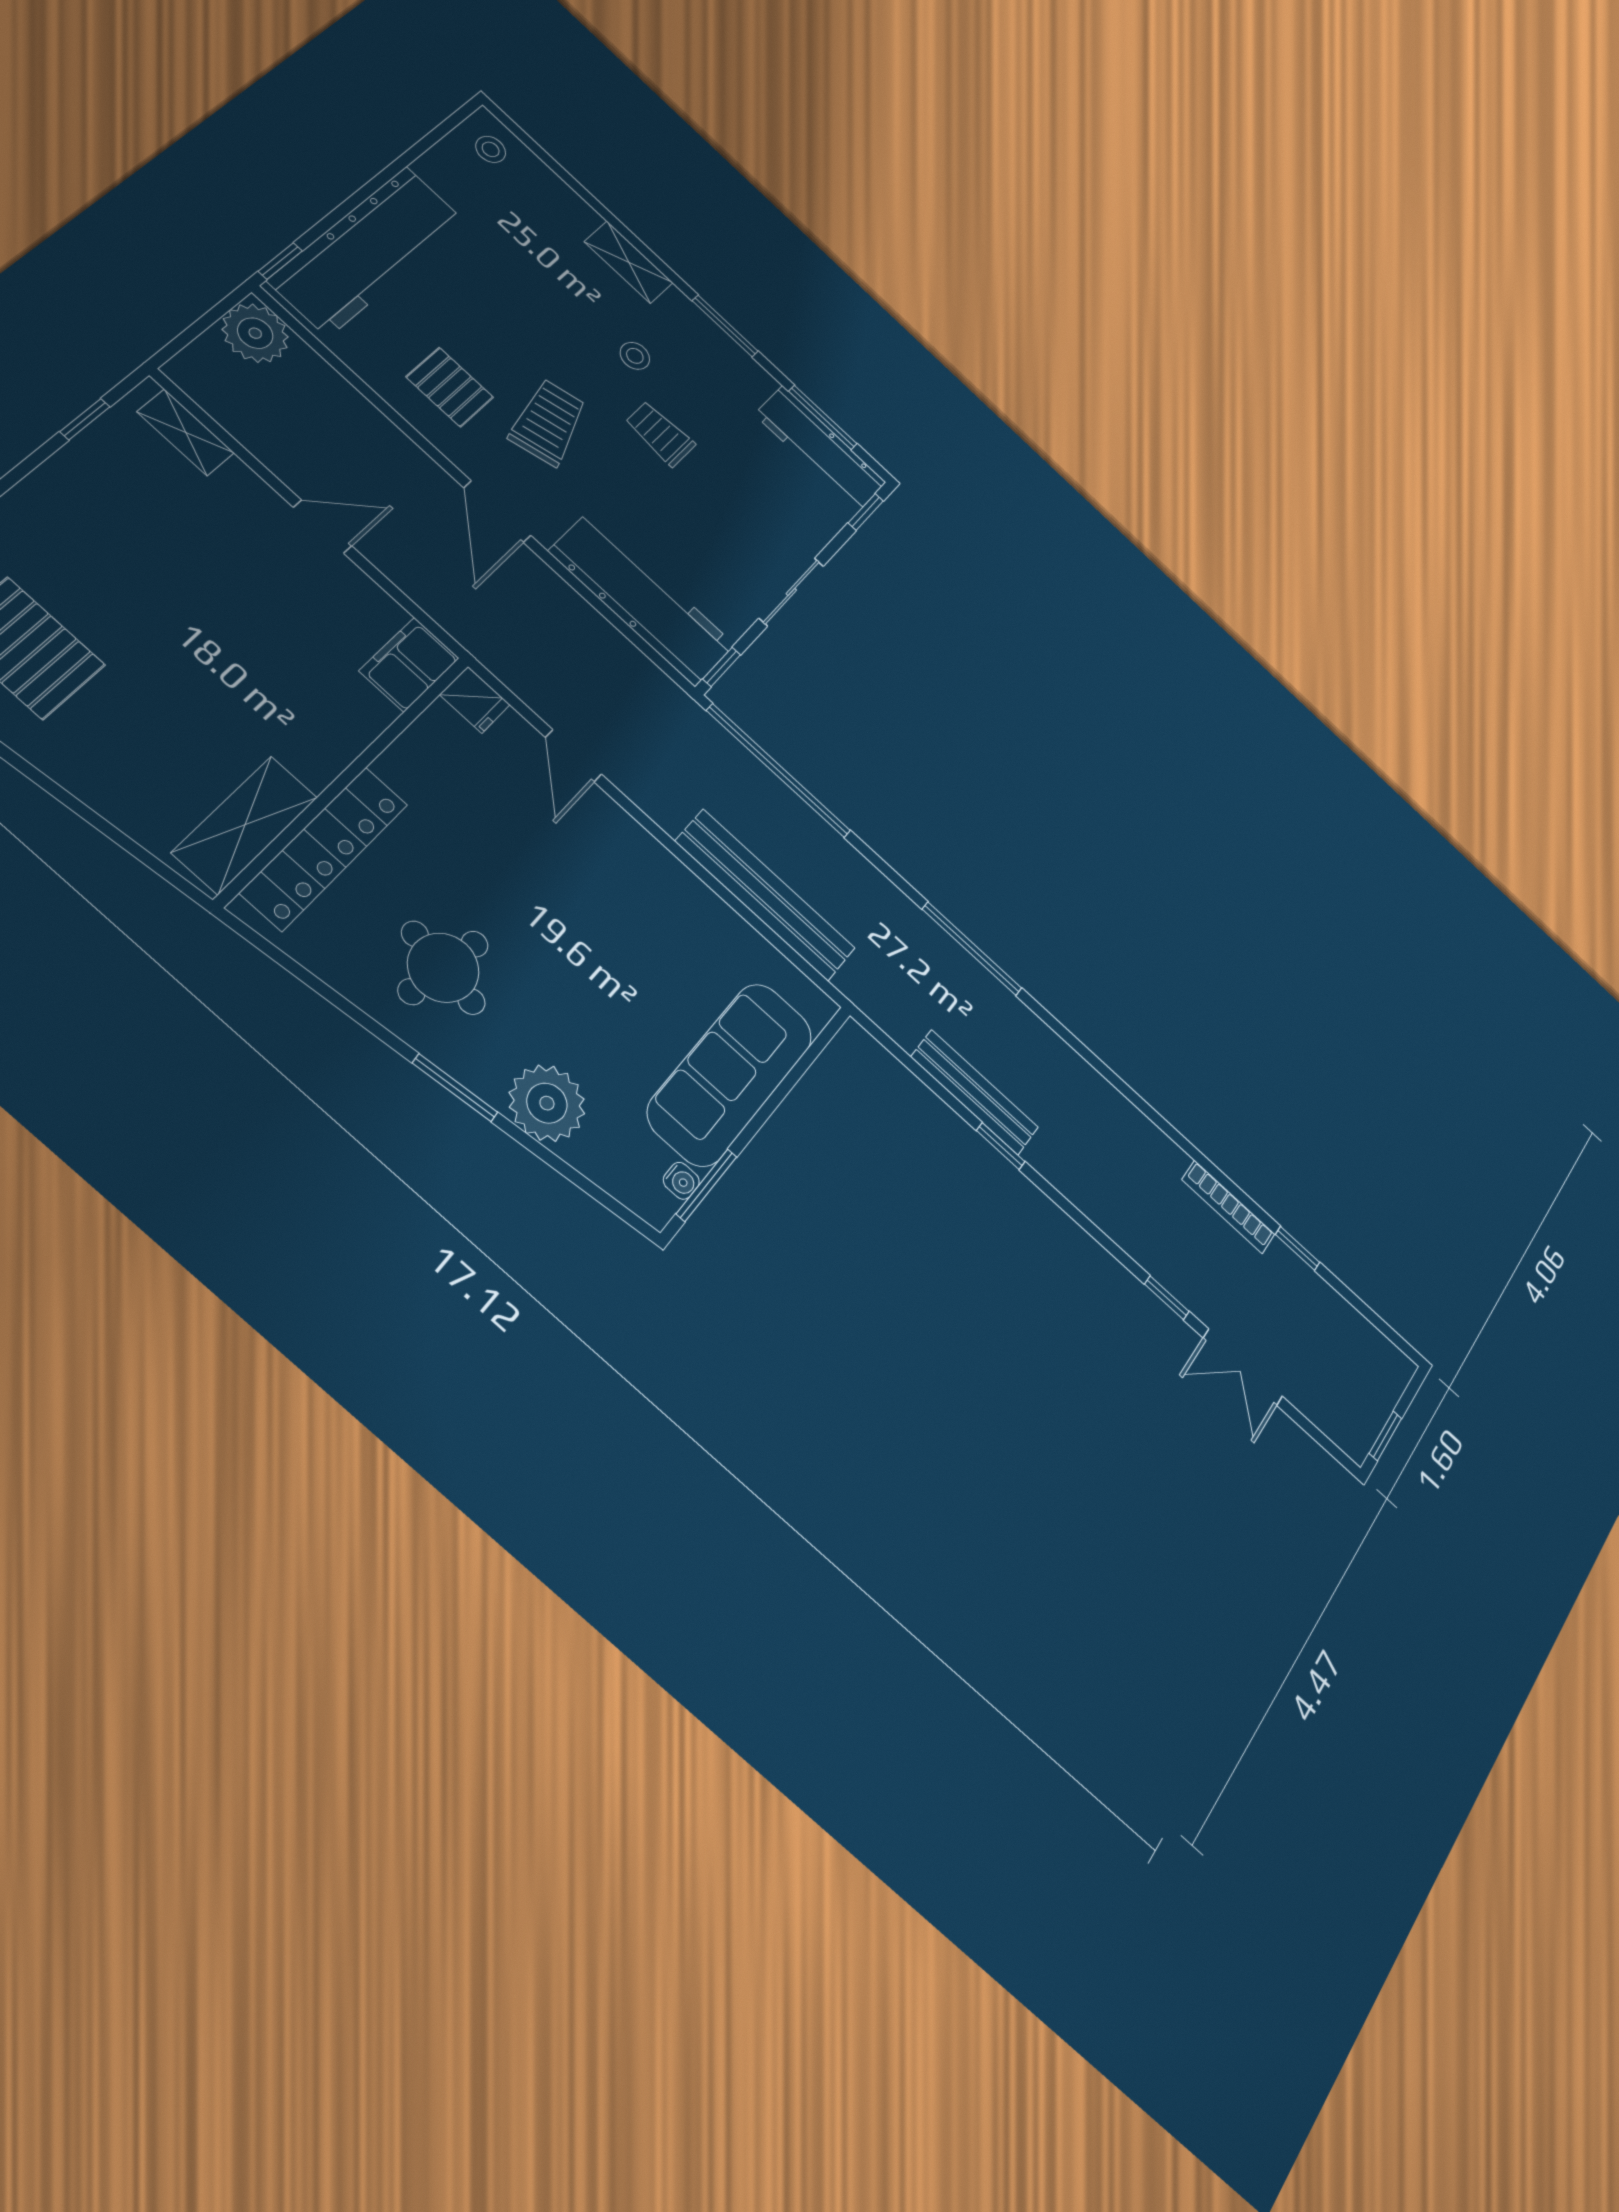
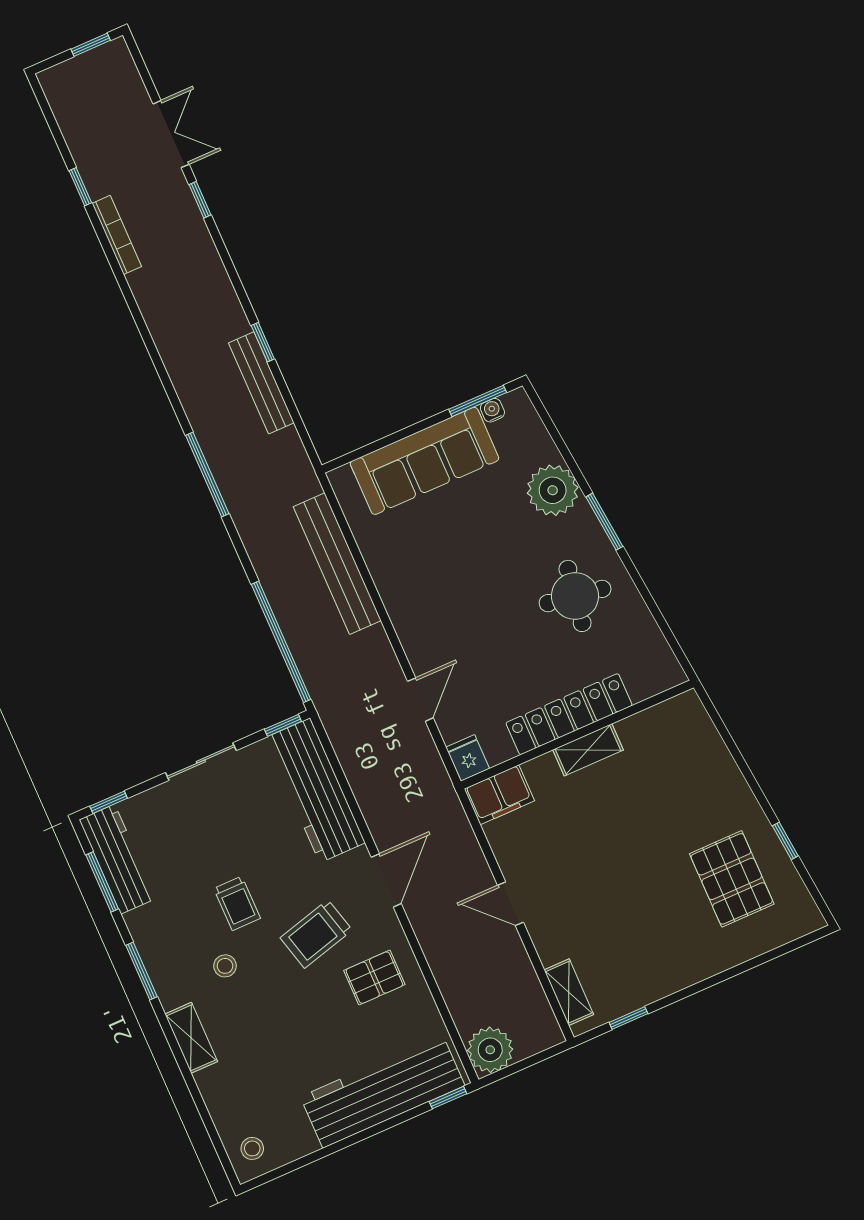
pallet: (450, 387) -> (374, 978), turned 90
shelving: (245, 825) -> (588, 750), moved, width x0.67, depth x0.75
locker: (325, 848) -> (569, 714), moved

